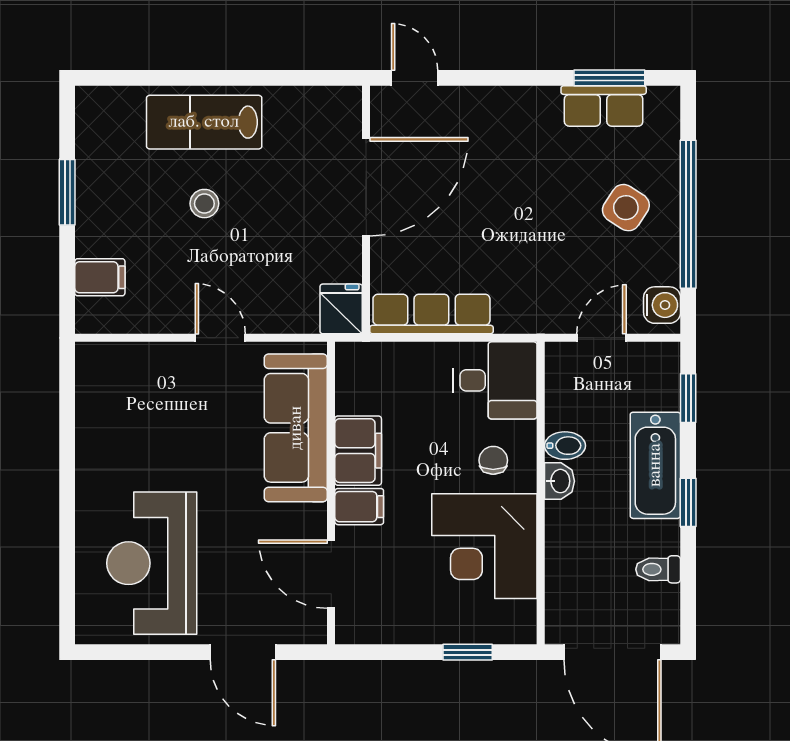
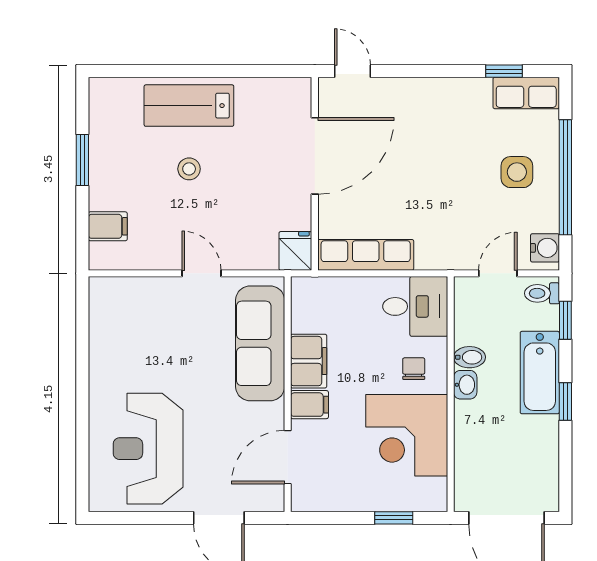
window: (609, 78) -> (504, 71), width x0.67
row of seats: (604, 106) -> (526, 93), moved
side table: (626, 208) -> (517, 172), turned -33
toilet: (658, 569) -> (542, 293), moved
door: (331, 574) -> (288, 457), hinge flipped

